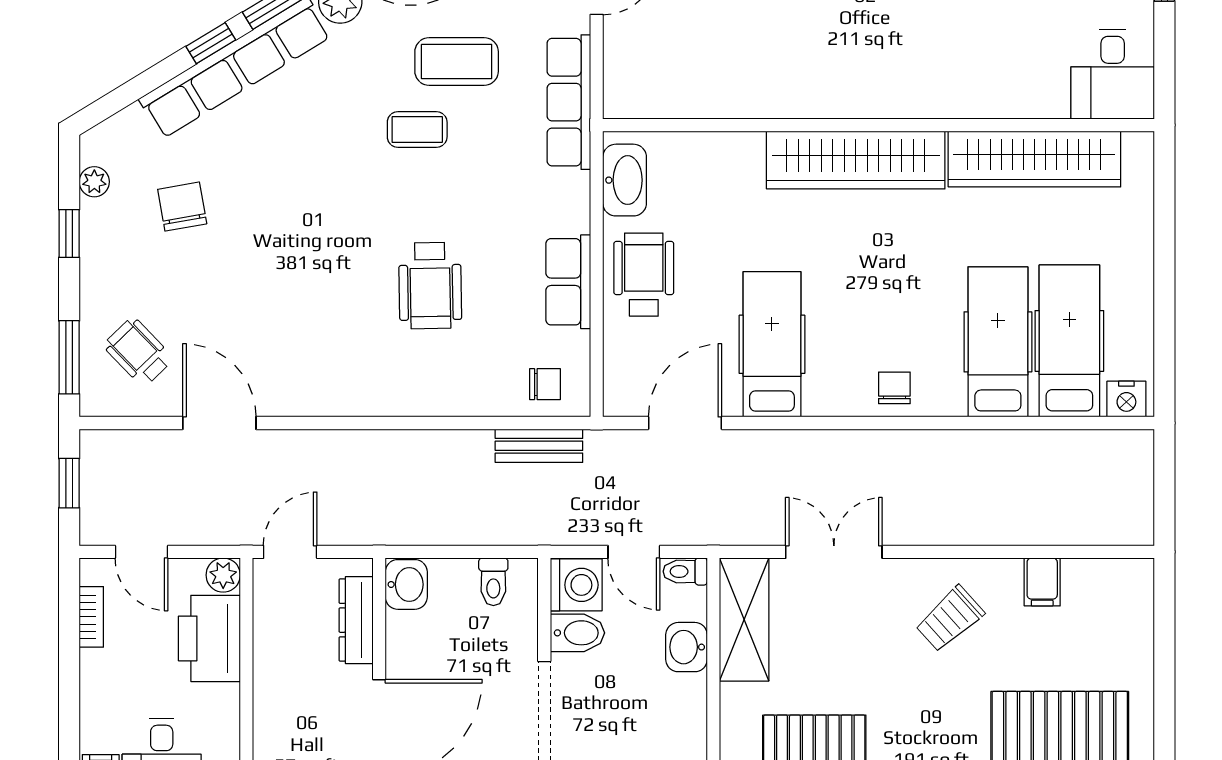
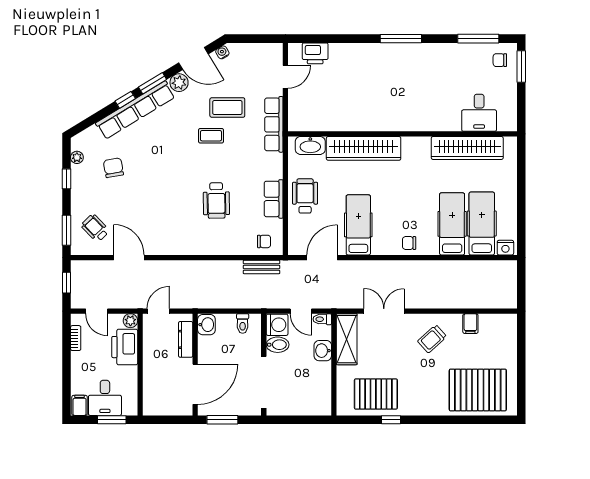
desk: (1113, 74) -> (479, 113), moved
wardrobe: (856, 160) -> (364, 148), moved
washbasin: (625, 180) -> (310, 145), moved, turned 90
chair: (894, 388) -> (409, 243), turned -90

